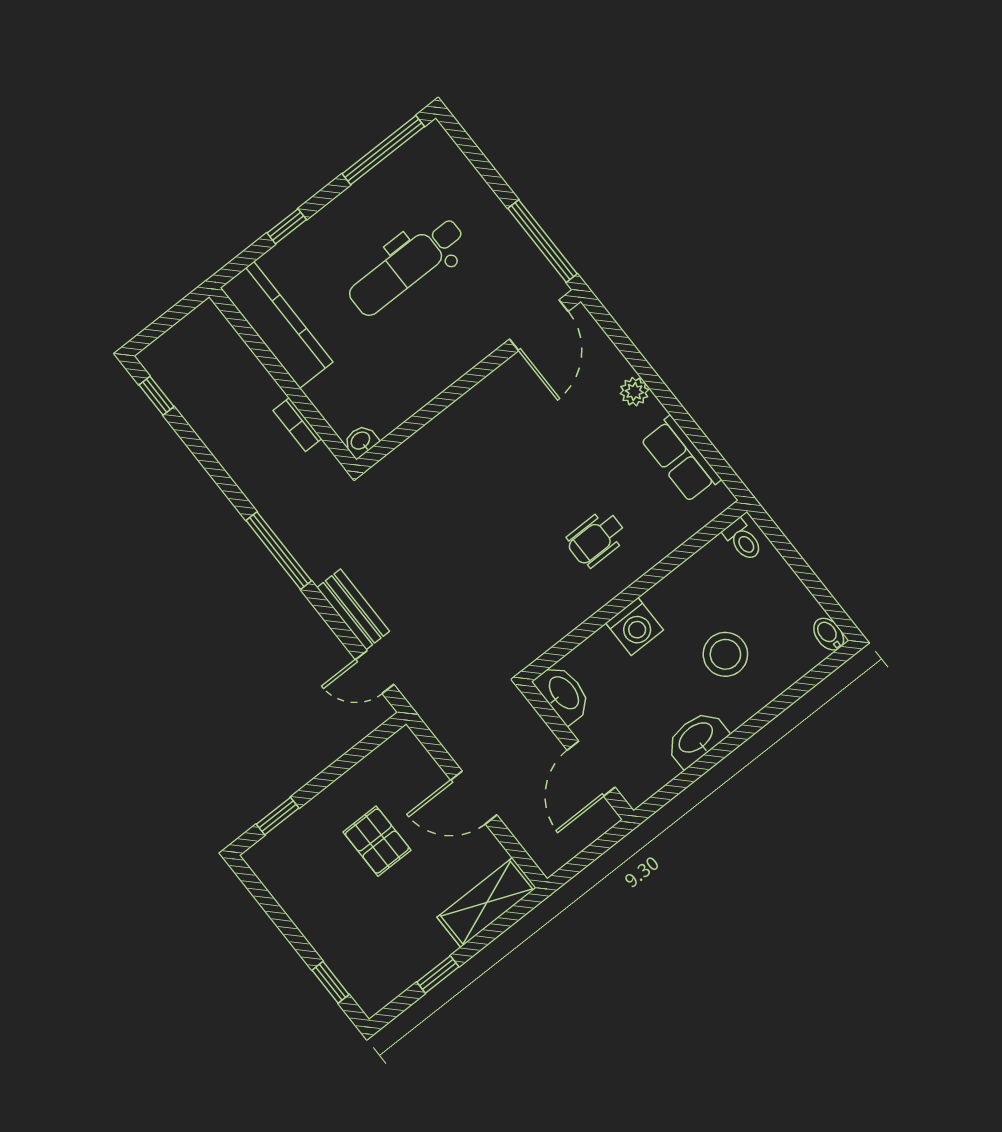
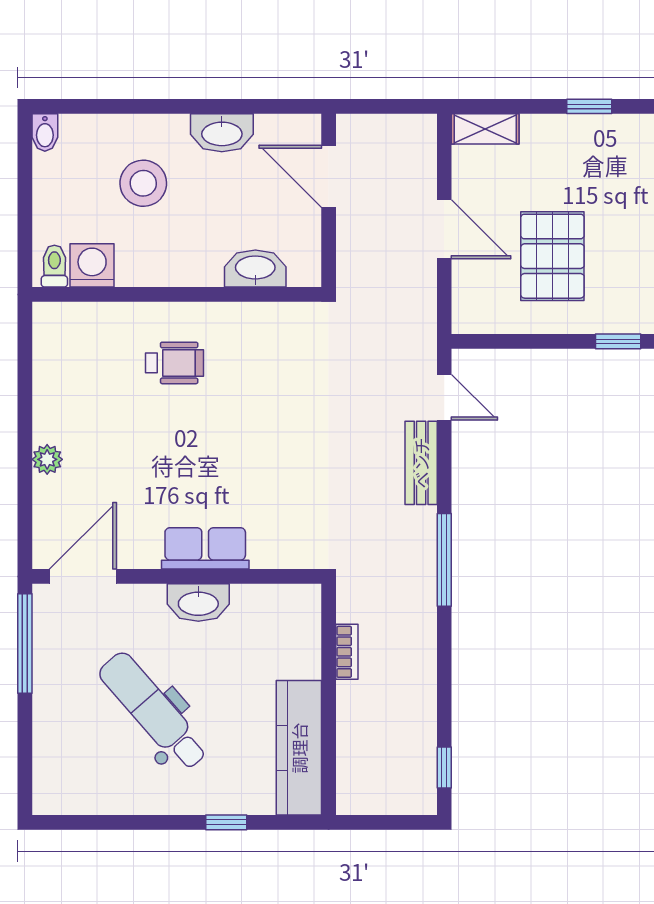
window: (383, 150) -> (97, 822), removed
dental chair: (407, 266) -> (153, 711), turned -131
washbasin: (361, 441) -> (198, 603), moved, width x1.91, depth x1.45
row of seats: (681, 459) -> (205, 548), moved, turned -90
washing machine: (635, 626) -> (92, 265), moved
washbasin: (563, 693) -> (255, 269), moved, turned 90
door: (591, 769) -> (329, 176), swing flipped
pallet: (377, 841) -> (552, 256), width x1.50, depth x1.42
shelving: (487, 903) -> (485, 129), width x0.67, depth x0.75

